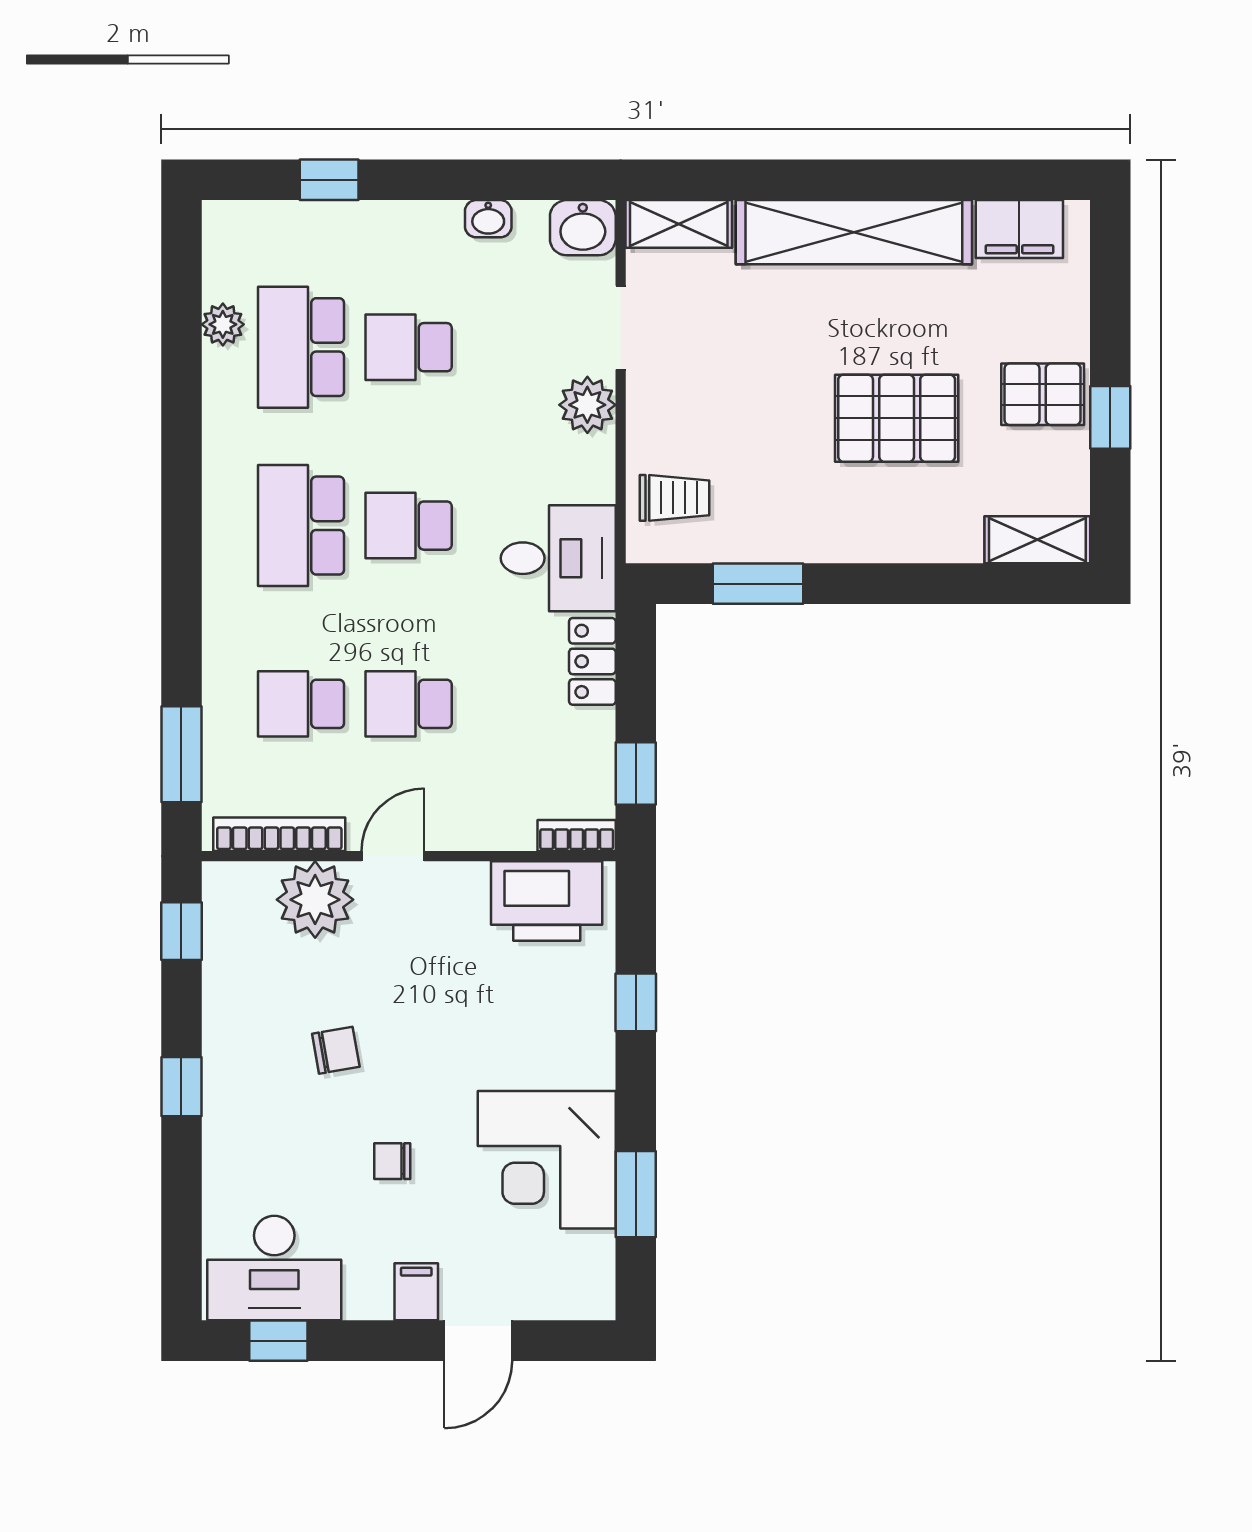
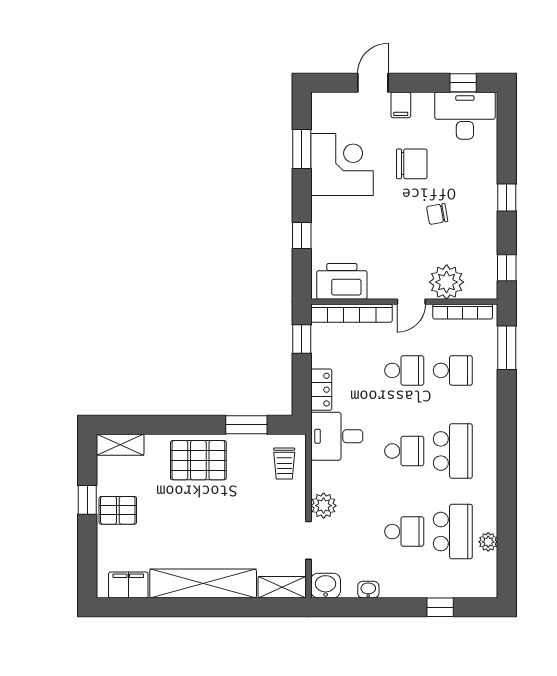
pallet: (897, 418) -> (198, 460), moved
trolley: (674, 498) -> (284, 464), turned -90
bookcase: (577, 836) -> (351, 313), width x2.31, depth x1.31
chair: (392, 1161) -> (412, 164), width x1.87, depth x1.87

